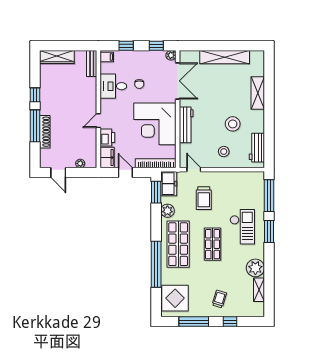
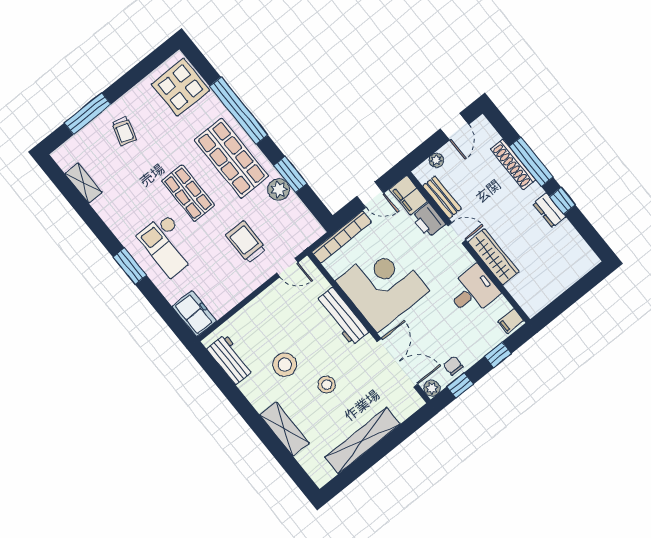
wardrobe: (57, 57) -> (494, 257), moved, turned 90
bench: (92, 63) -> (442, 197), moved
double door: (178, 81) -> (397, 363), swing flipped
chair: (139, 84) -> (453, 366), moved
dresser: (45, 95) -> (549, 210), added
door: (98, 121) -> (457, 233), hinge flipped
stool: (224, 152) -> (327, 385), moved
door: (58, 173) -> (455, 127), swing flipped
freezer: (169, 184) -> (194, 314), moved, turned 180
window: (156, 192) -> (290, 175), moved
window: (269, 196) -> (166, 311), removed
plant: (255, 268) -> (110, 207), removed
window: (194, 322) -> (133, 77), removed
window: (230, 322) -> (88, 114), width x2.17

